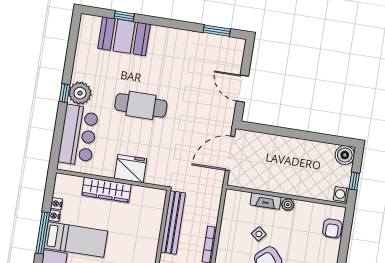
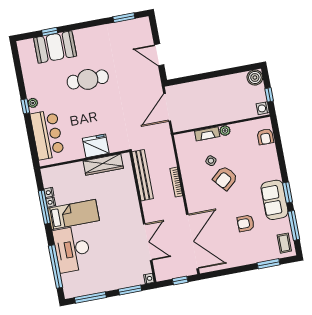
plant: (80, 93) -> (33, 103), width x0.53, depth x0.53
cafe table: (141, 105) -> (88, 79), moved
wardrobe: (106, 190) -> (103, 165), moved
window: (43, 233) -> (44, 207), moved

